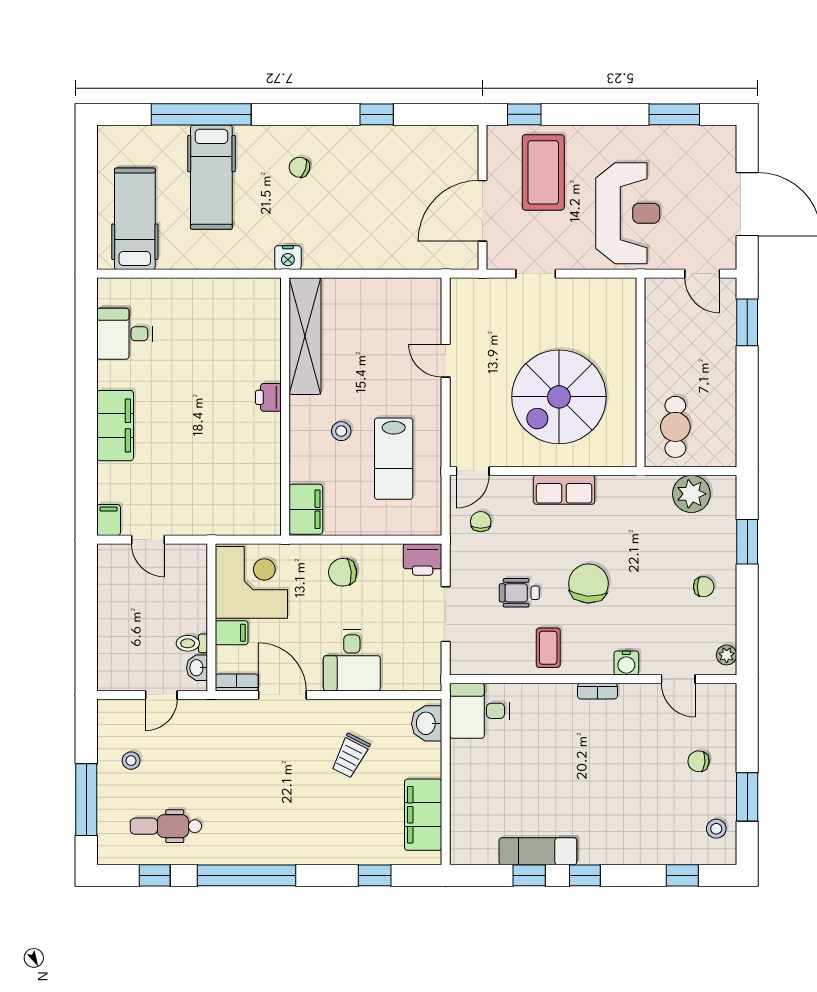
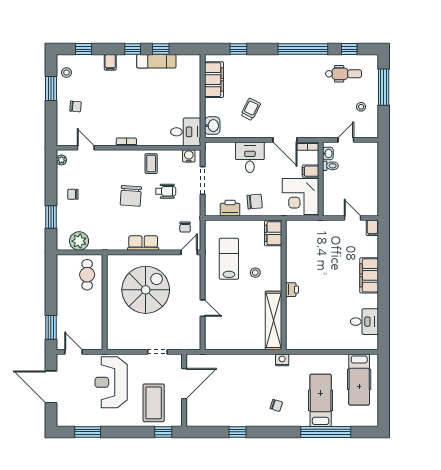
printer: (423, 559) -> (230, 208), moved
water cooler: (626, 663) -> (189, 156), moved
filing cabinet: (629, 849) -> (110, 62), added

